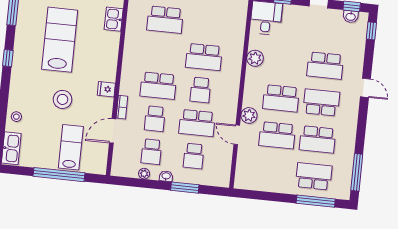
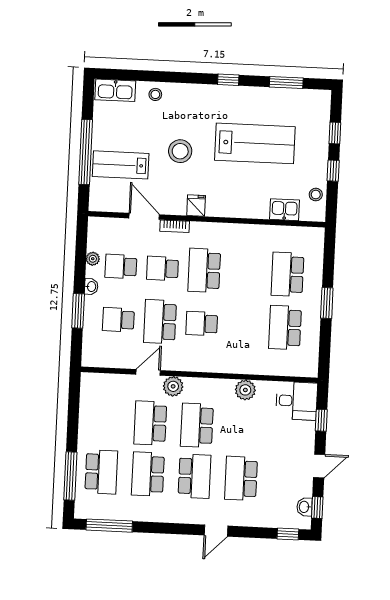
school desk: (204, 57) -> (285, 328), moved
lab bench: (71, 147) -> (121, 165), turned 180

